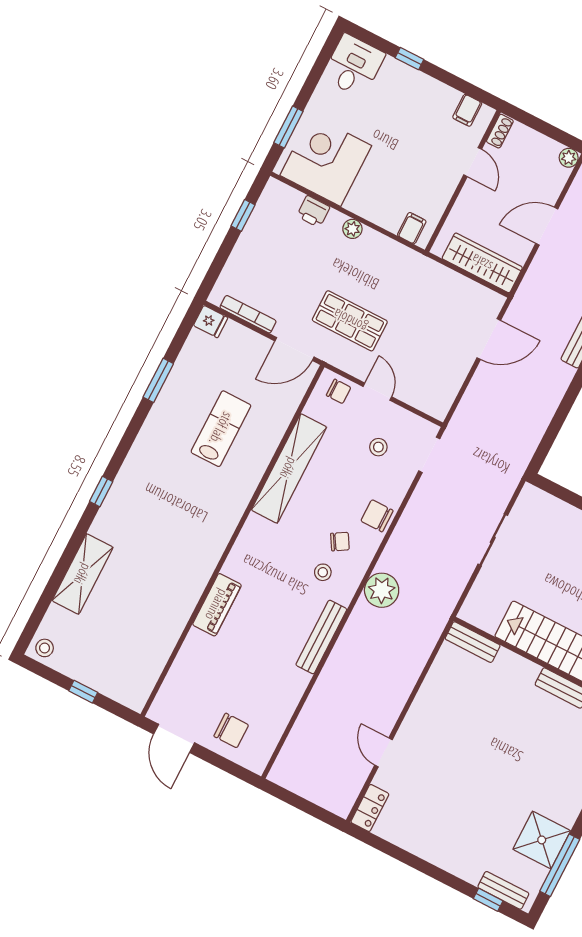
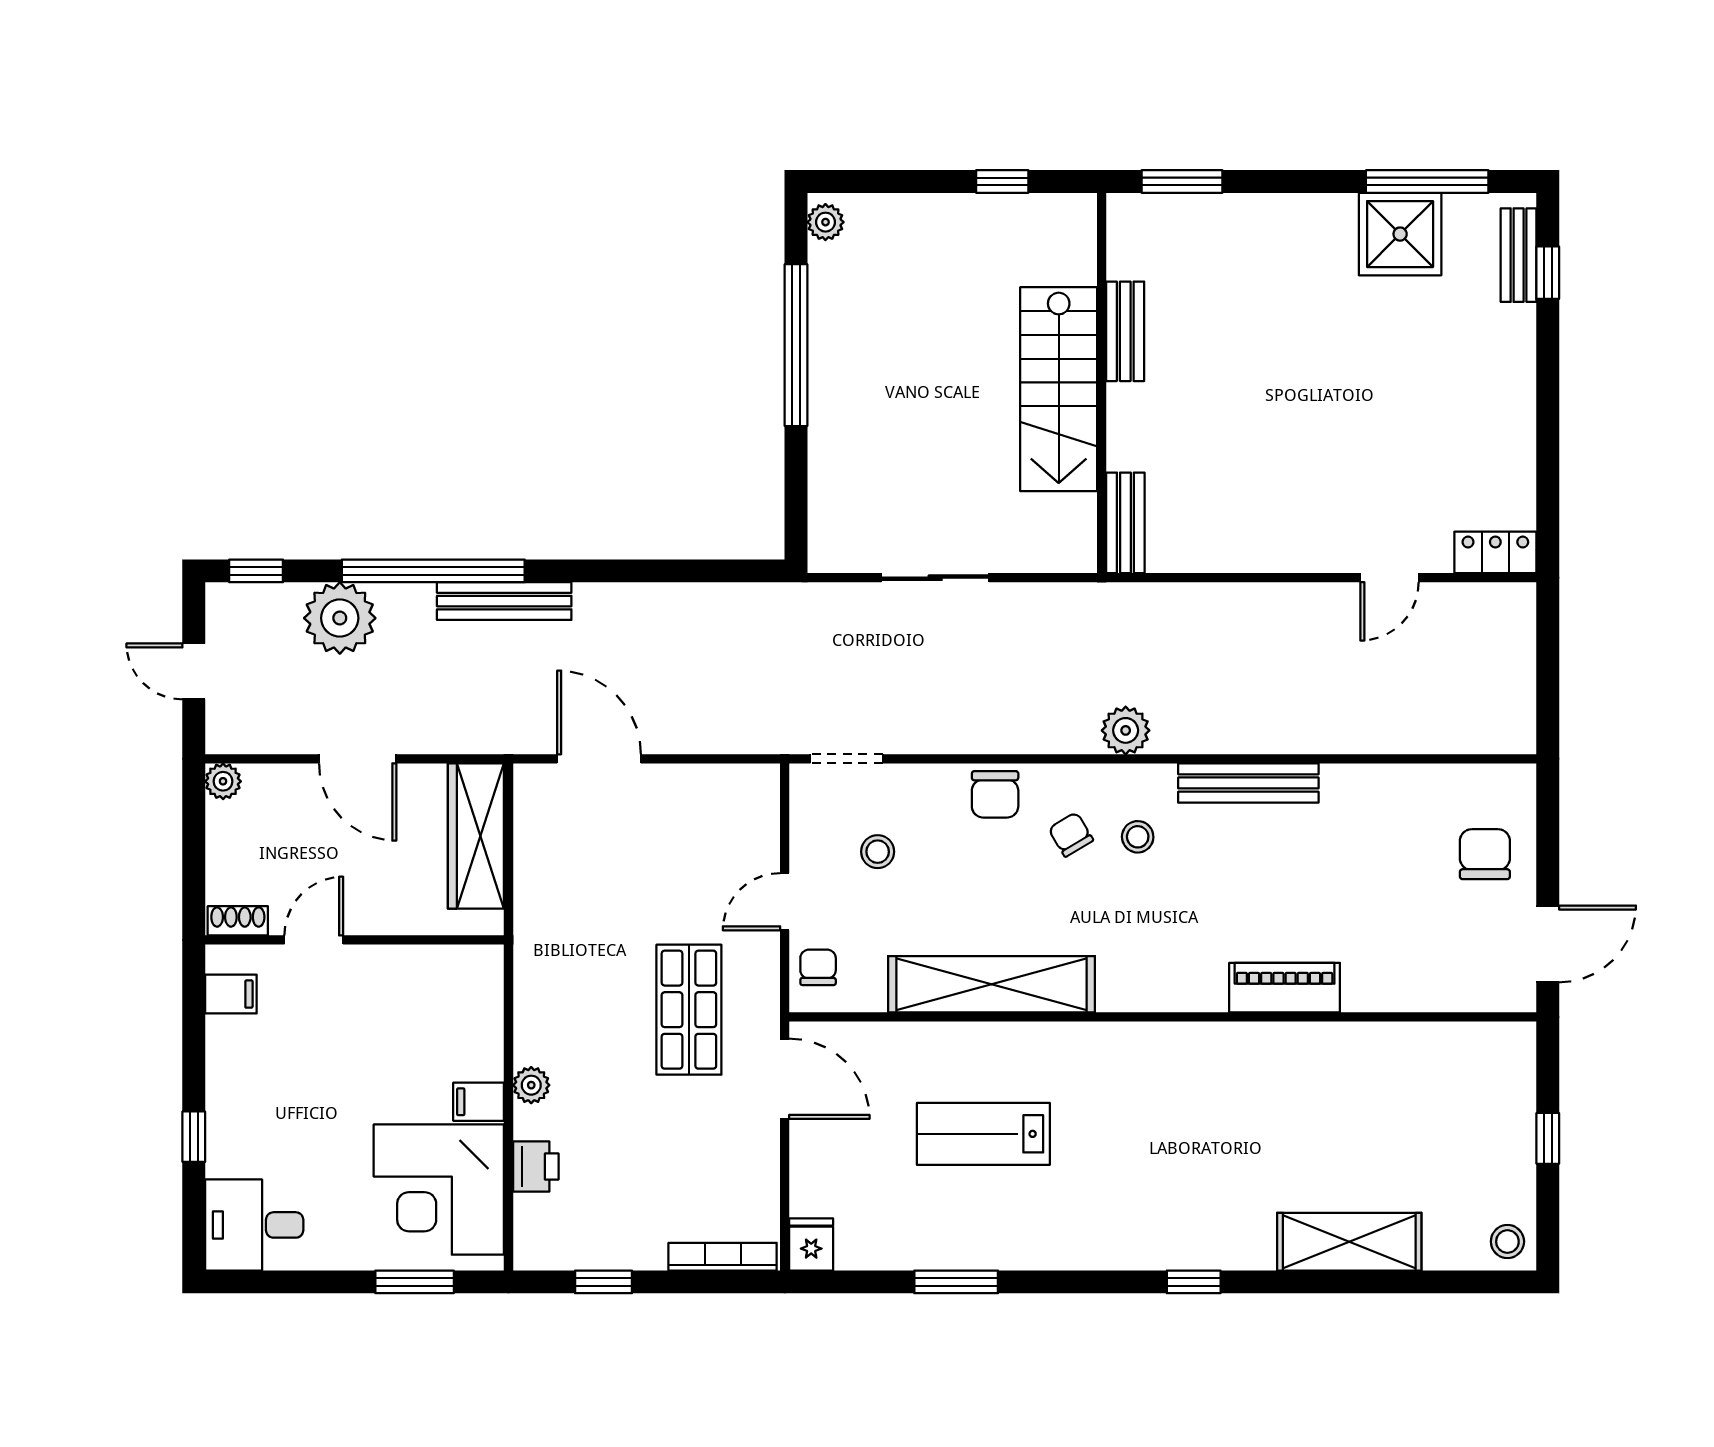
filing cabinet: (412, 228) -> (479, 1102), moved
bookcase: (248, 314) -> (723, 1257), moved, turned 90
plant: (382, 590) -> (1126, 730), width x0.73, depth x0.73

